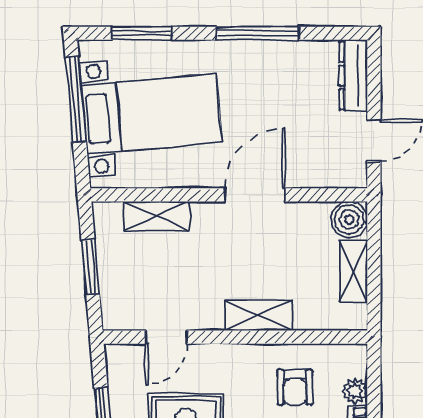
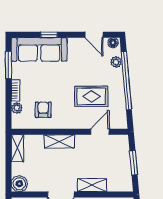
shelving: (157, 216) -> (92, 185), moved
shelving: (353, 271) -> (17, 148), moved

